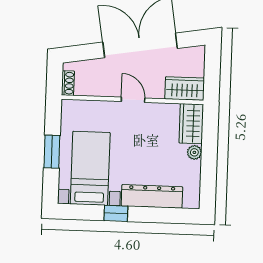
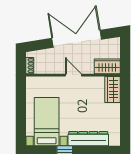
window: (52, 152) -> (21, 111), removed
plant: (194, 152) -> (115, 108), removed

